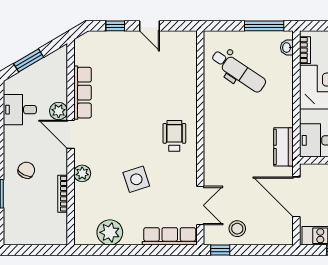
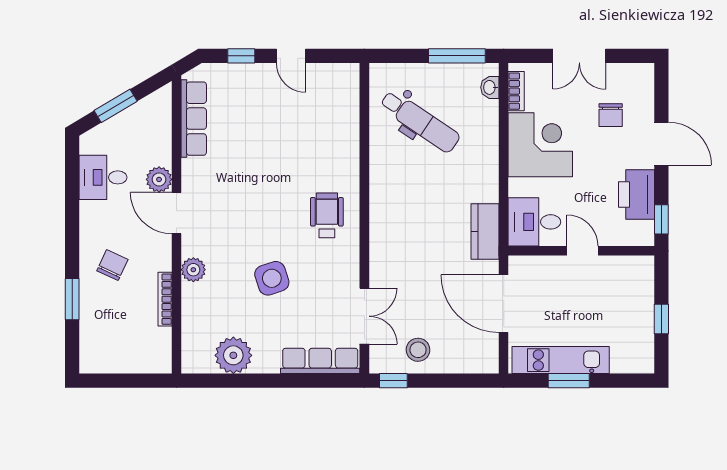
row of seats: (82, 93) -> (194, 119), moved

